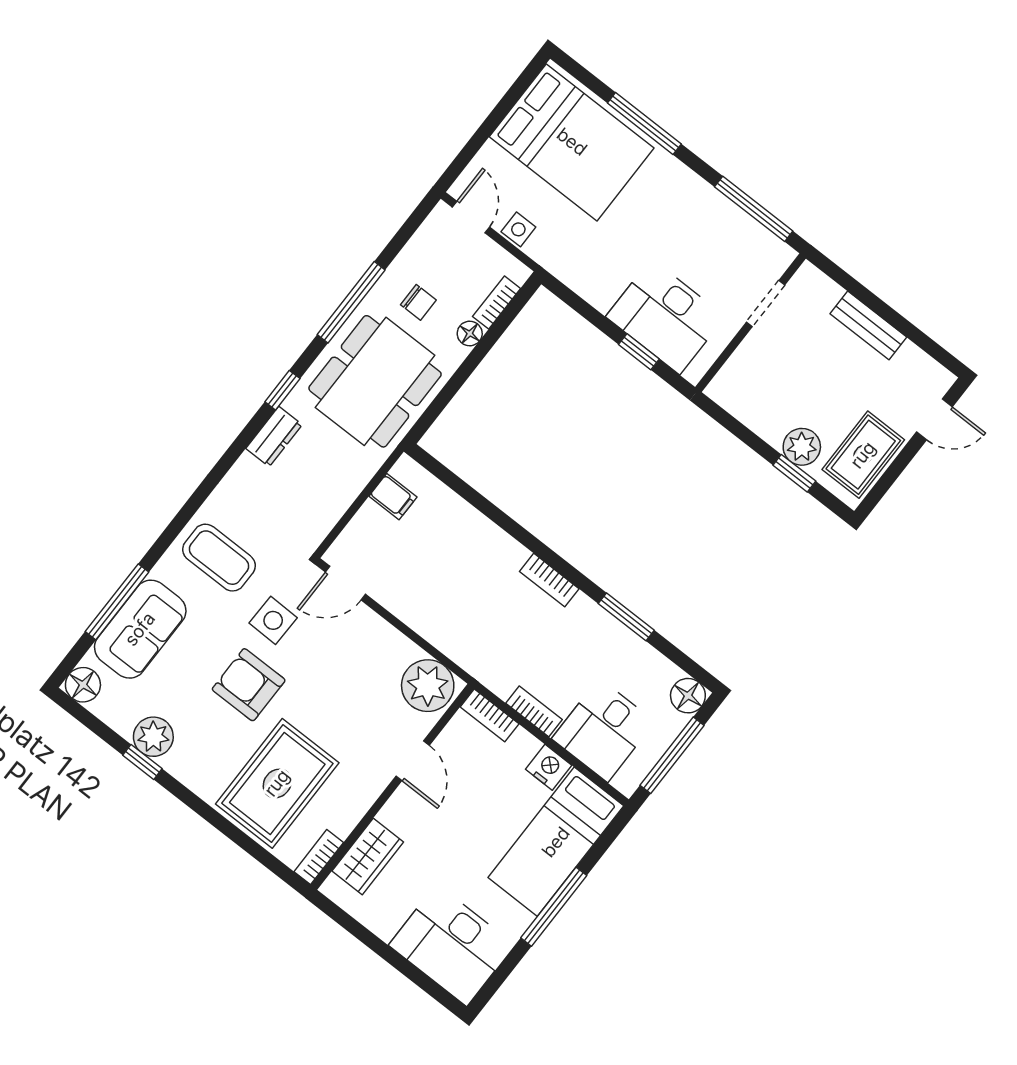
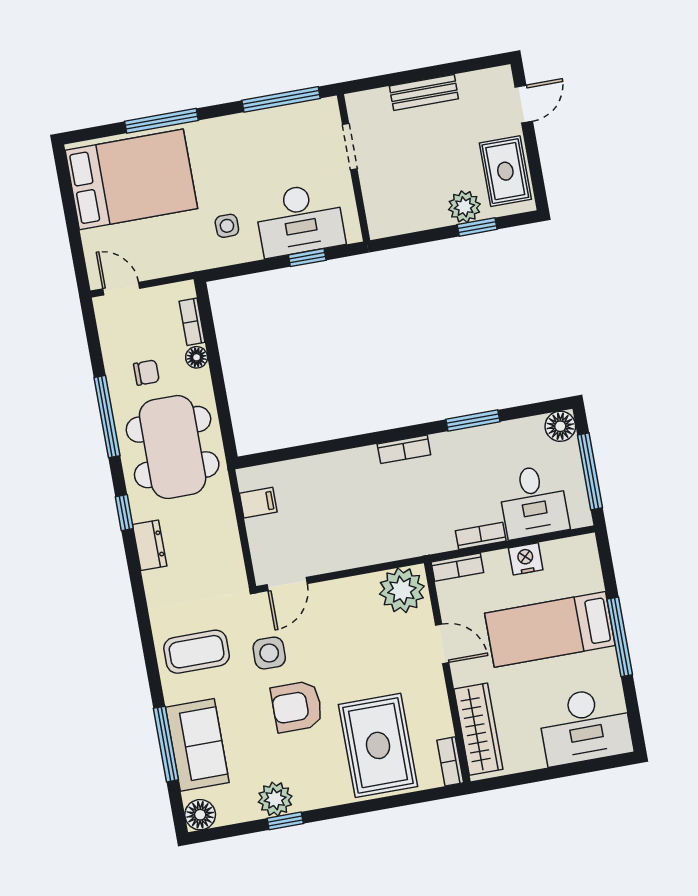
side table: (518, 229) -> (227, 226), moved
bed: (556, 842) -> (550, 629), moved, turned 90
wardrobe: (368, 857) -> (478, 729), width x1.50

